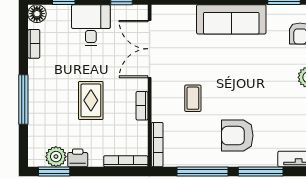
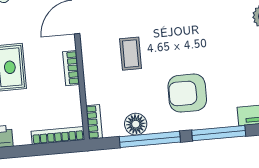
bookcase: (157, 145) -> (94, 122), width x0.64
floor lamp: (192, 158) -> (136, 124), added

